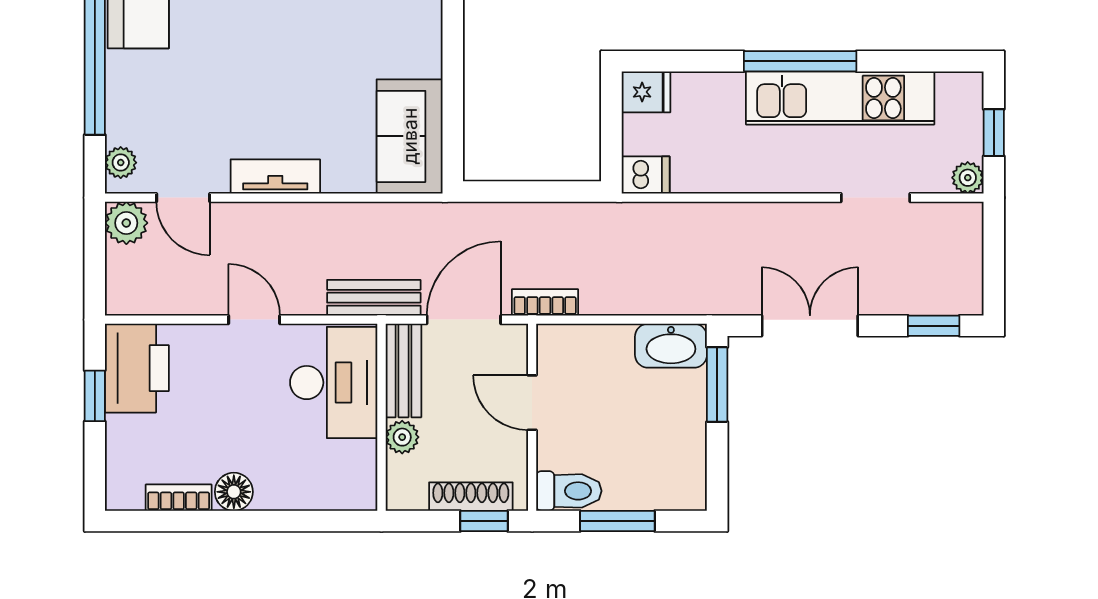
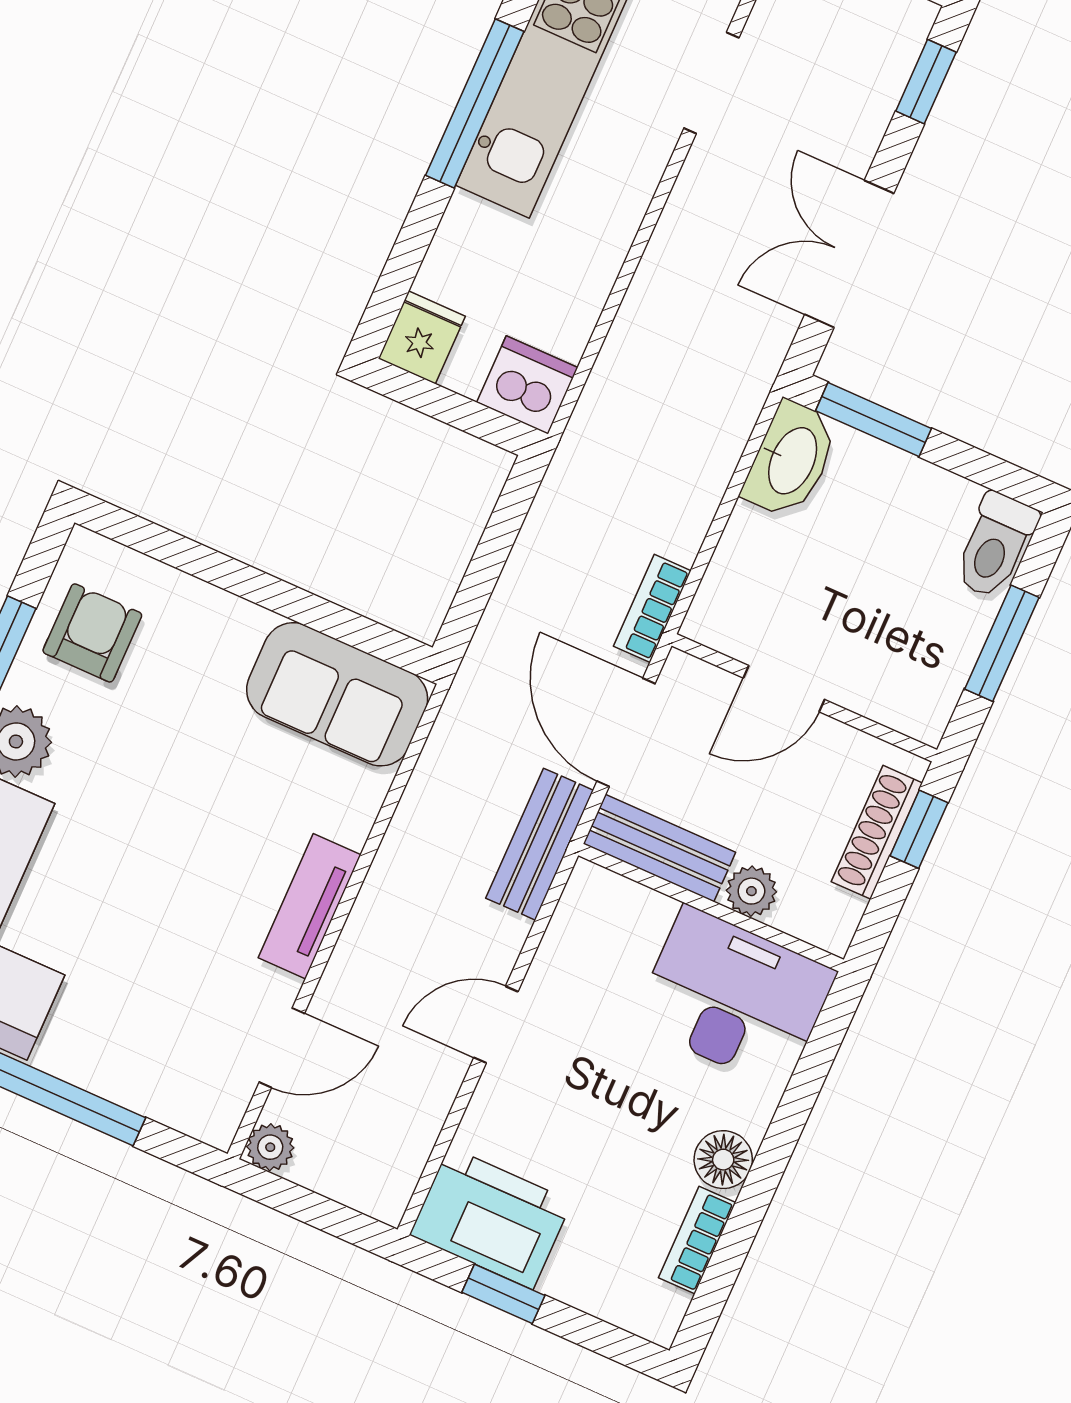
plant: (121, 163) -> (194, 1113), removed
dishwasher: (646, 175) -> (527, 385), width x1.38
plant: (126, 223) -> (270, 1147), width x0.73, depth x0.73
desk: (334, 383) -> (734, 998), moved
toilet: (569, 491) -> (995, 545), moved, turned 180

